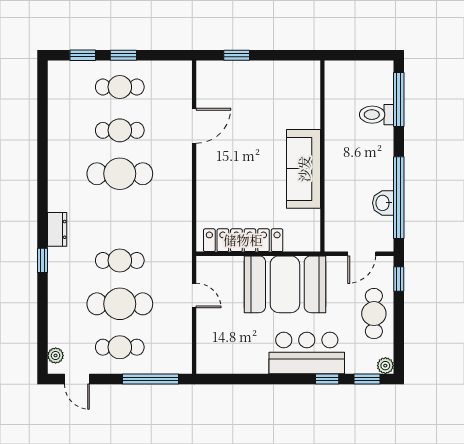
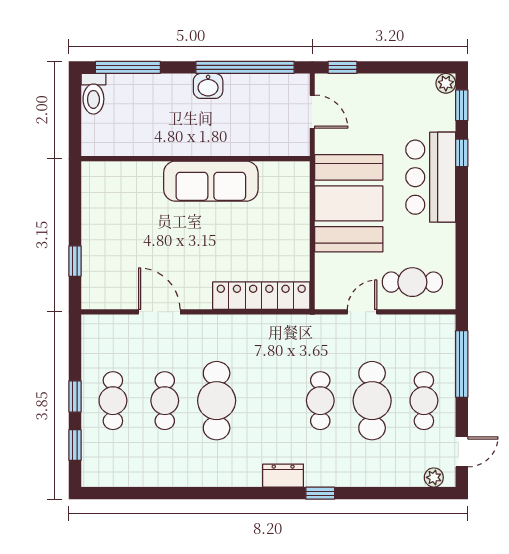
toilet: (377, 115) -> (93, 94), moved
washbasin: (383, 203) -> (208, 86), moved
locker: (243, 240) -> (261, 296), moved, turned 90
cafe table: (374, 314) -> (412, 282), moved

